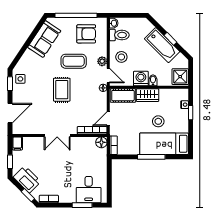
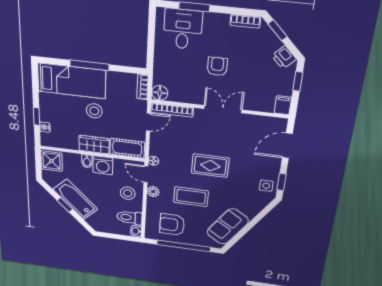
rug: (62, 90) -> (210, 166), turned 90
stool: (158, 121) -> (94, 111), moved
armchair: (64, 166) -> (217, 66), added
printer: (27, 179) -> (284, 57), width x0.53, depth x0.68

